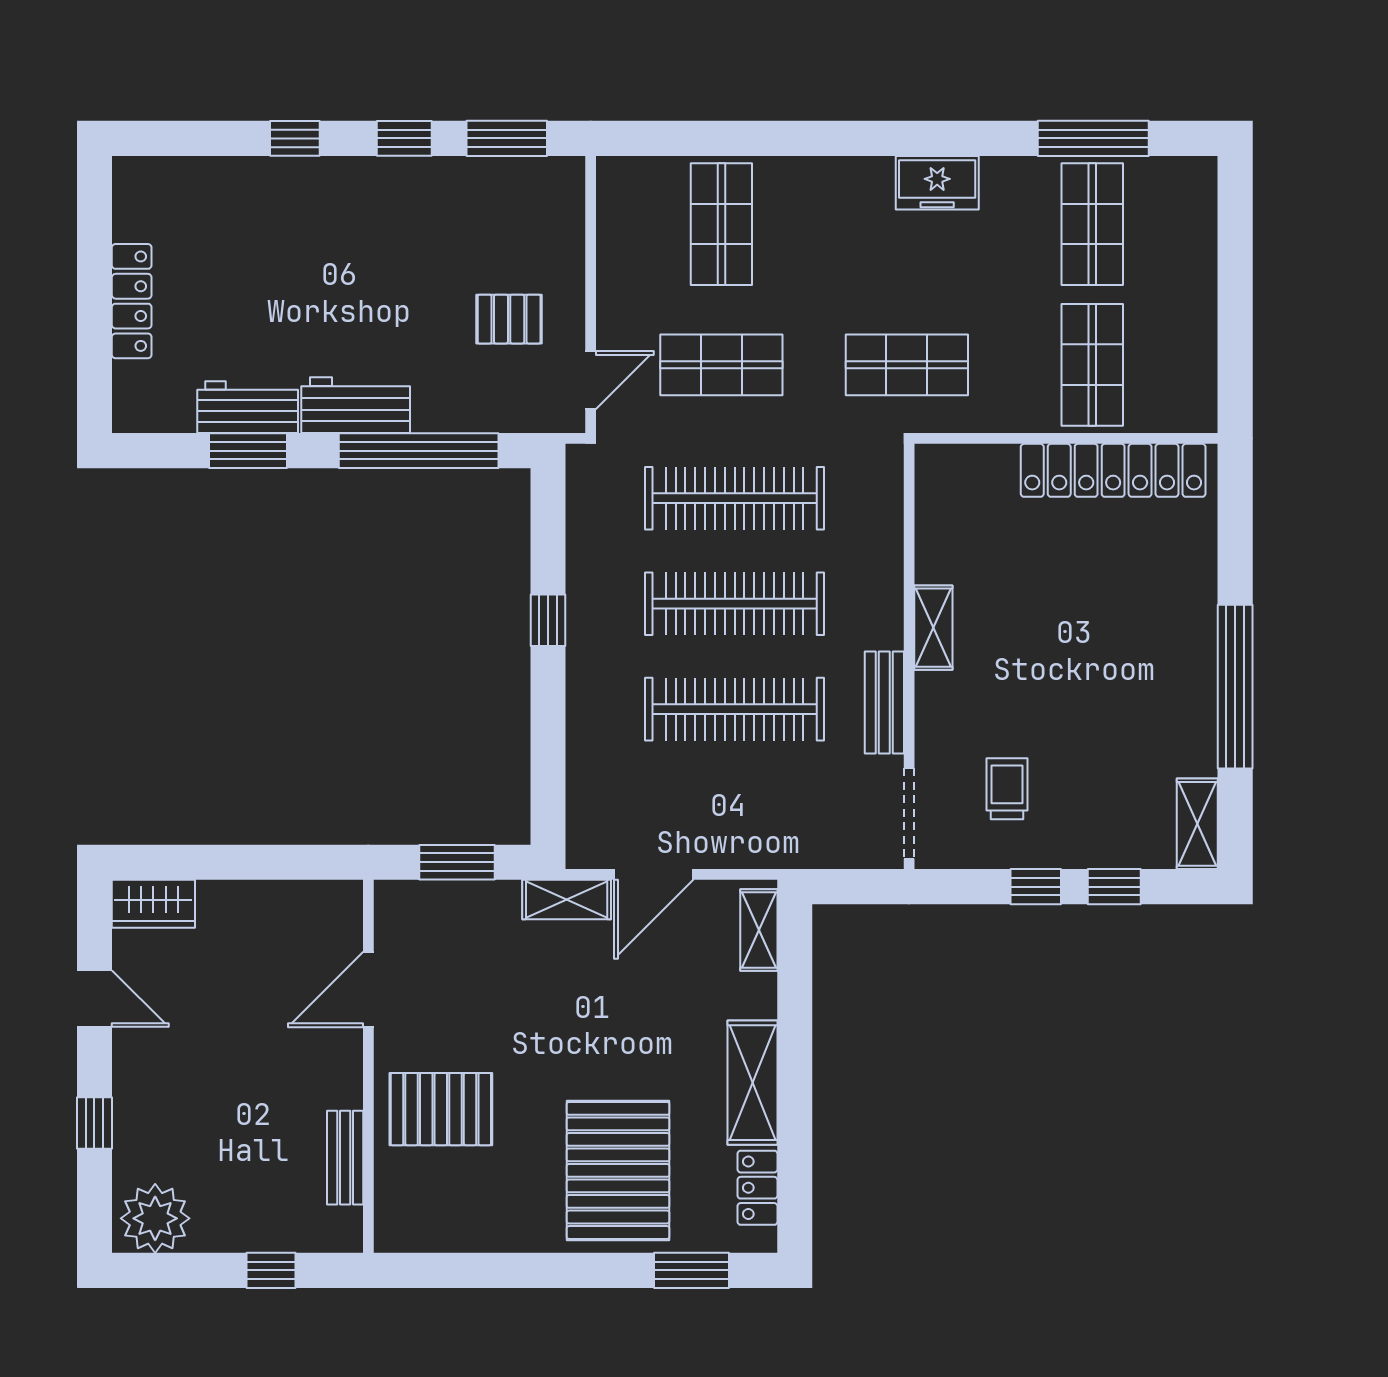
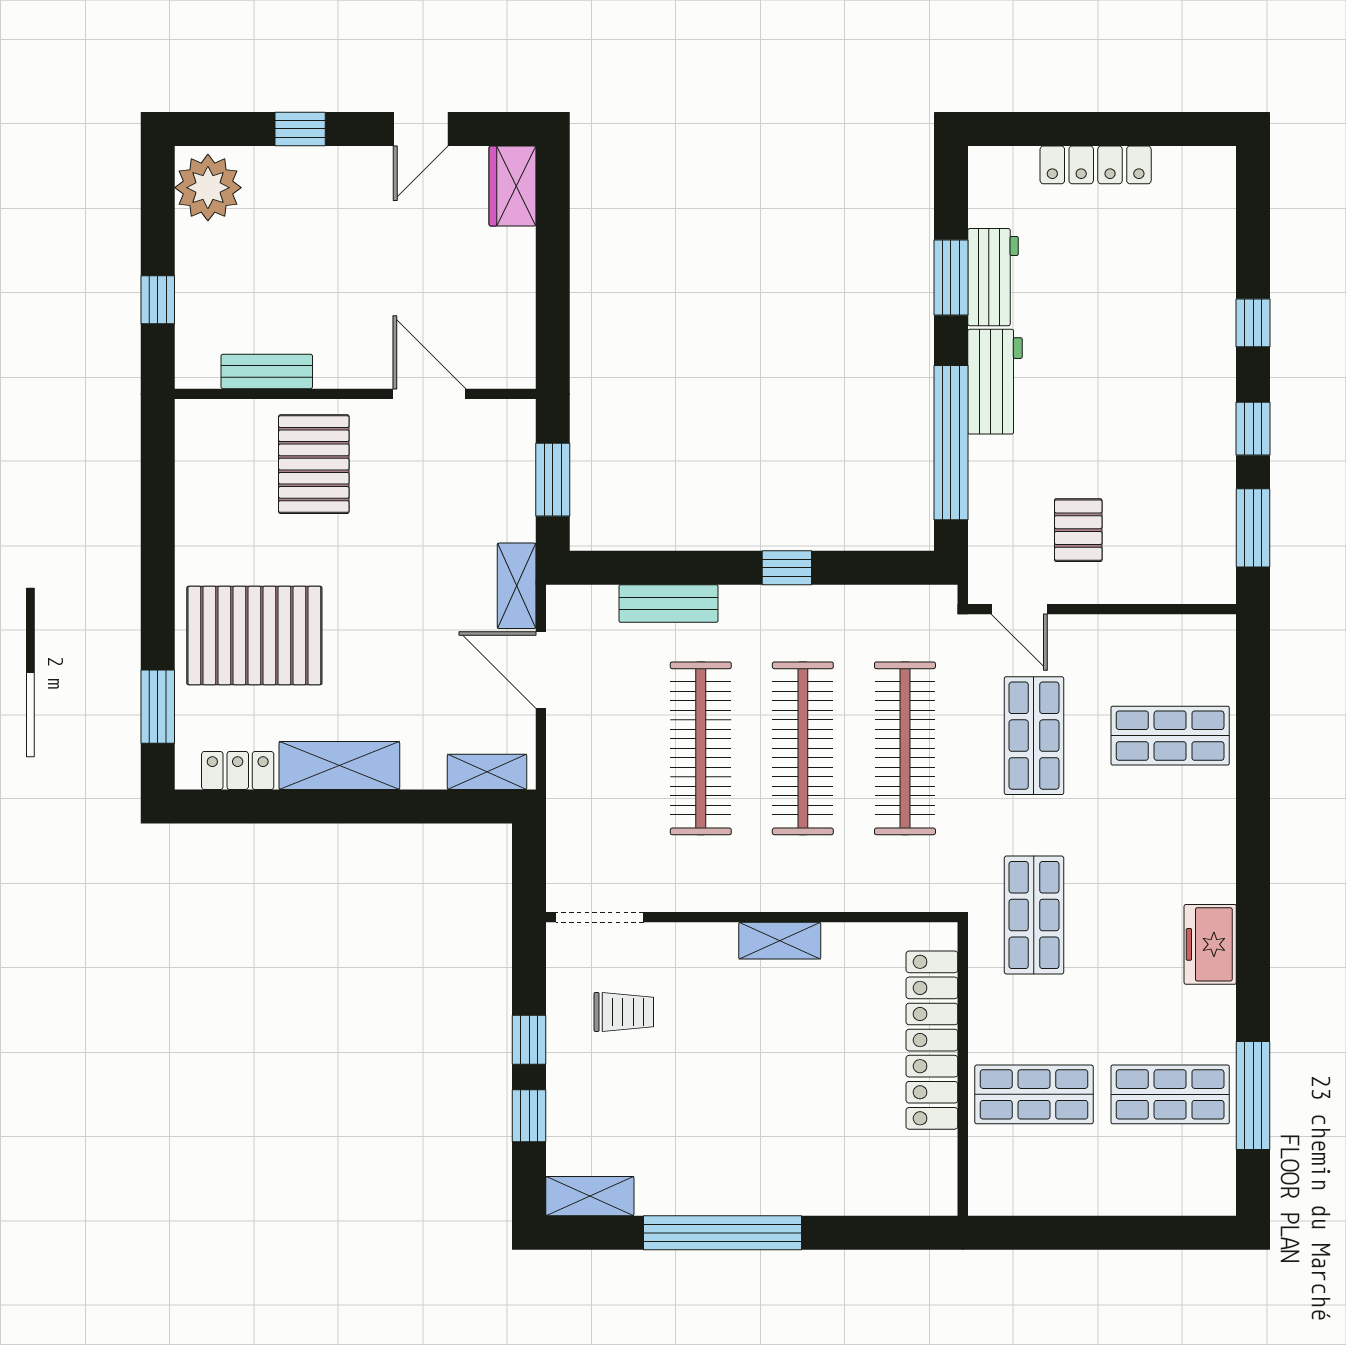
locker: (1113, 470) -> (932, 1040), moved
bench: (884, 702) -> (669, 604), moved

